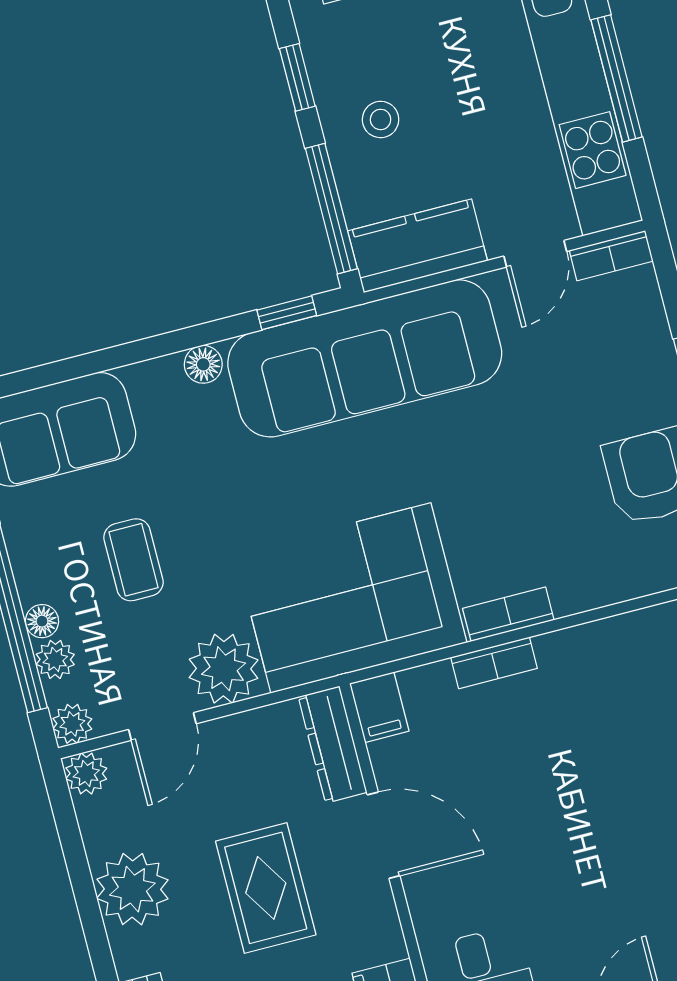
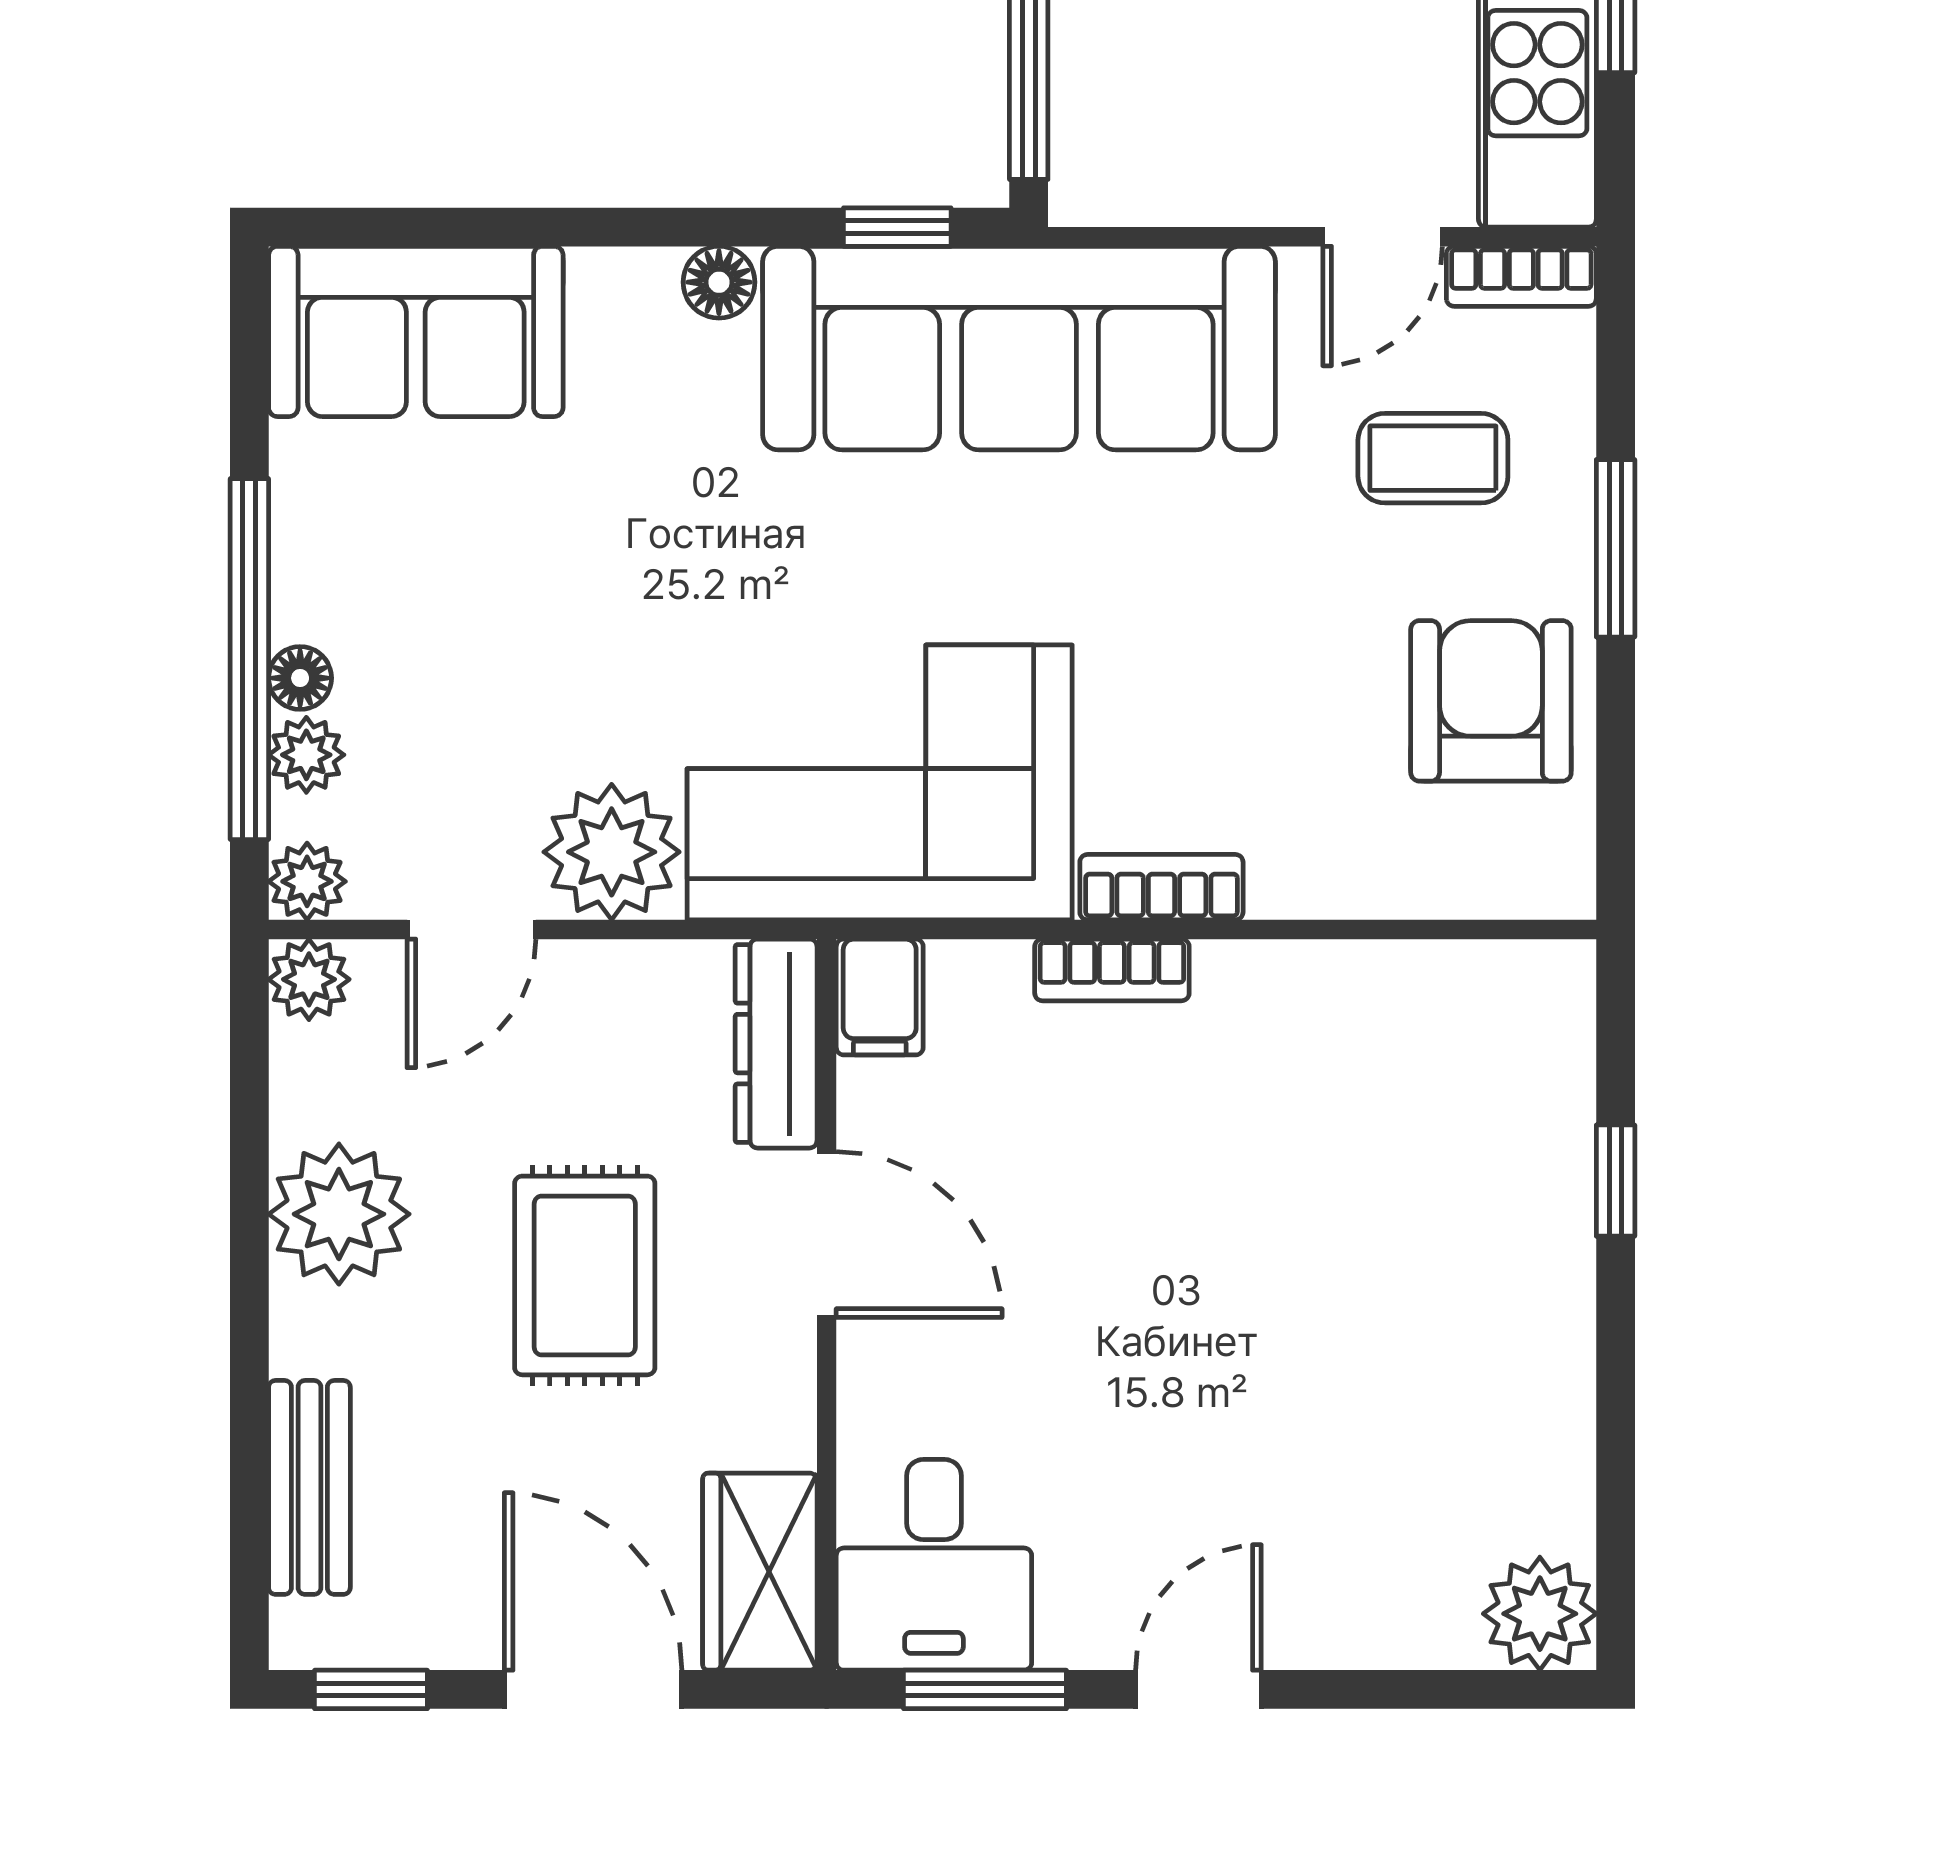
kitchen counter: (418, 246) -> (1170, 166), removed
coffee table: (134, 560) -> (1433, 458), moved, turned 90

